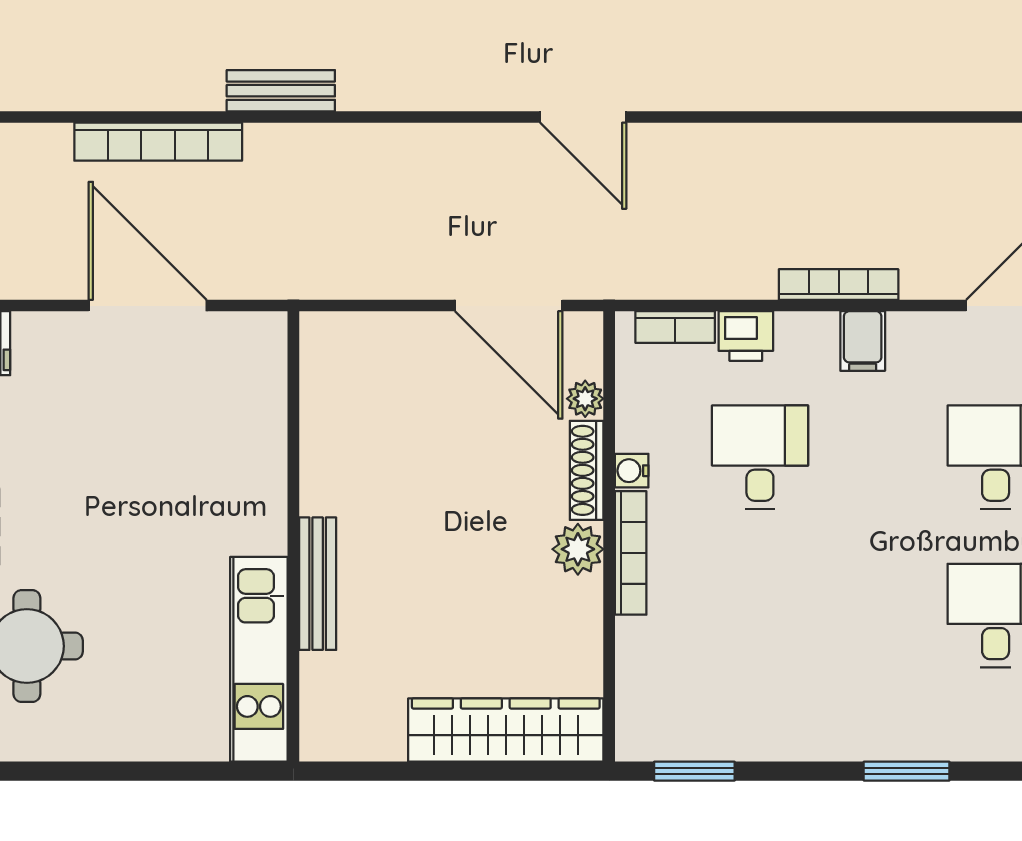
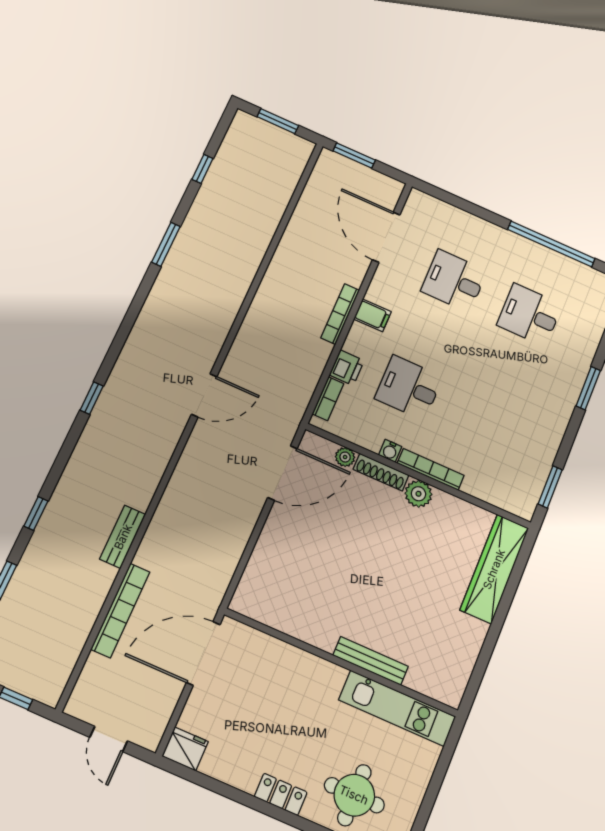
wall: (293, 536) -> (341, 663), moved
bench: (318, 584) -> (371, 661), moved
kitchen unit: (259, 659) -> (397, 708), moved

